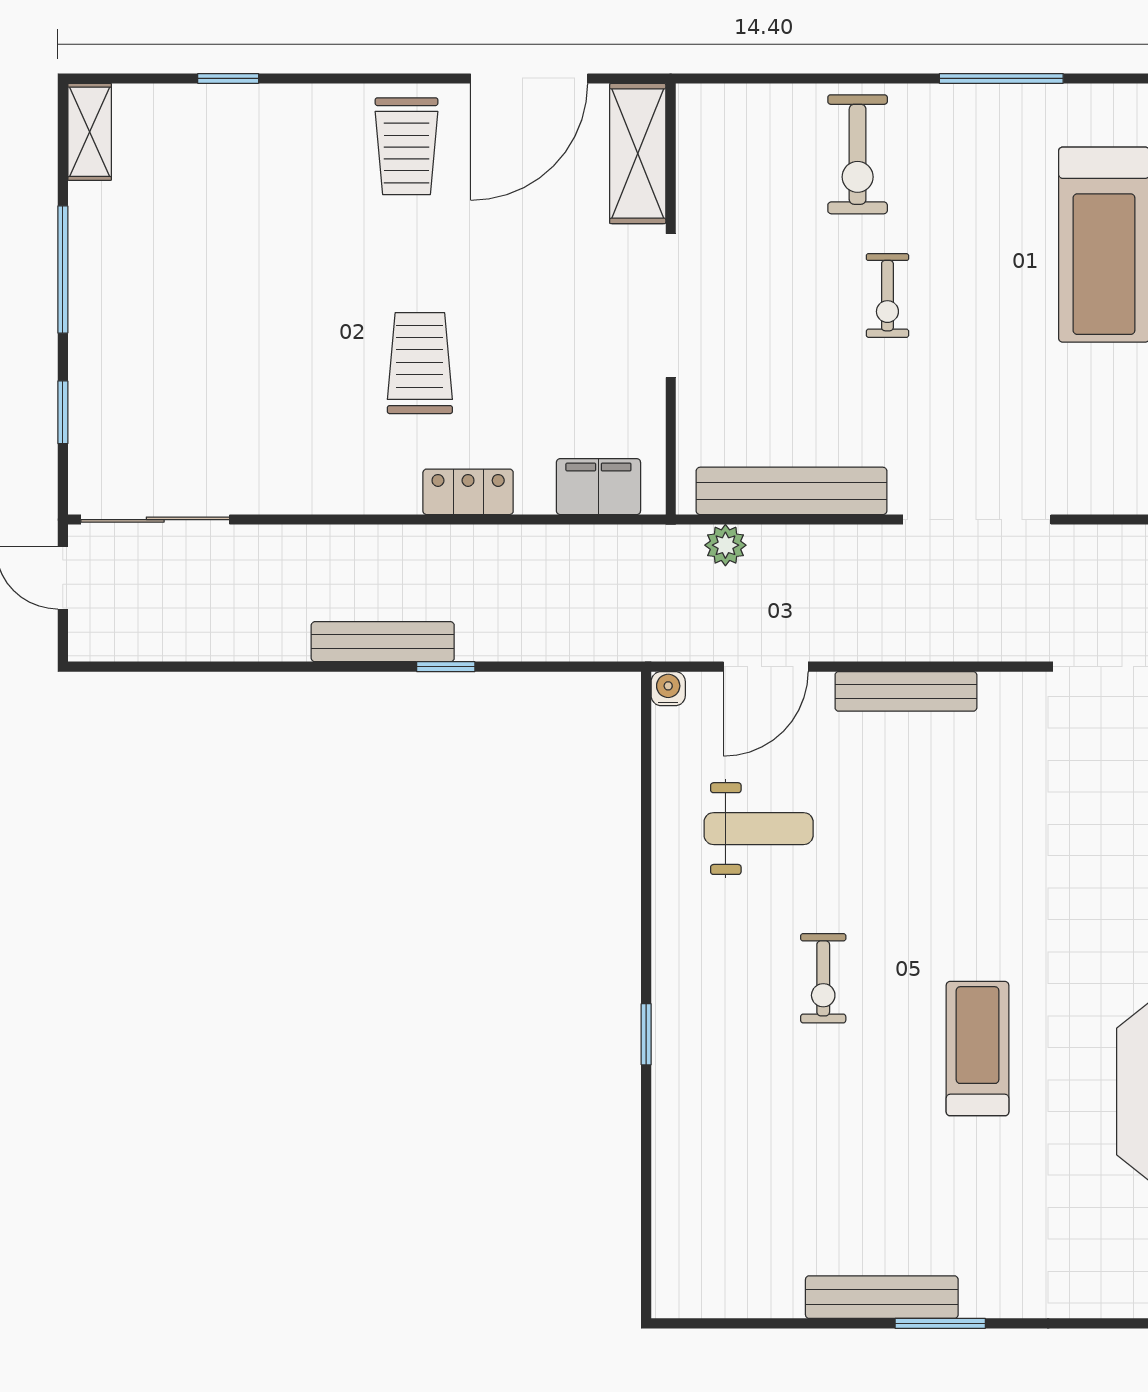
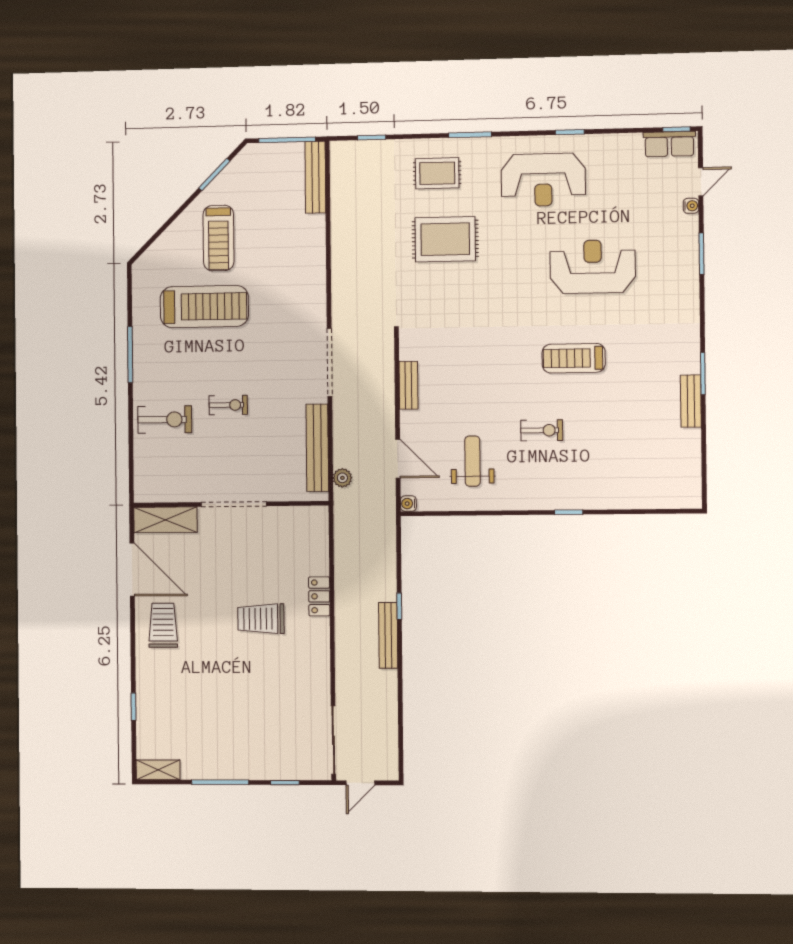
trolley: (406, 146) -> (163, 625), turned -90
filing cabinet: (598, 487) -> (316, 536), removed
bench: (906, 691) -> (408, 385), width x0.73
bench: (882, 1297) -> (691, 401), width x0.73

